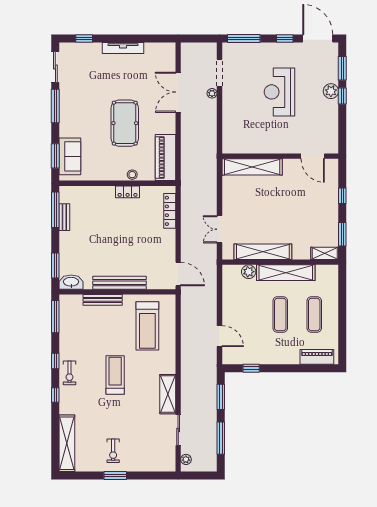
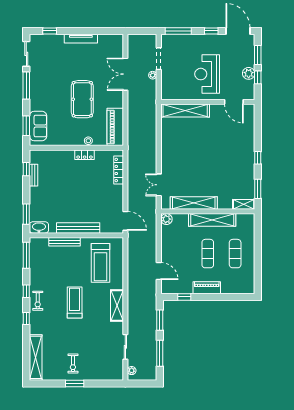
wall: (280, 156) -> (208, 102), moved
door: (313, 156) -> (234, 102), moved
shelving: (252, 167) -> (185, 111), moved
window: (55, 210) -> (26, 169), width x0.46
plant: (249, 272) -> (166, 219), moved
piano: (317, 357) -> (207, 288), moved
shelving: (168, 394) -> (117, 306), moved

